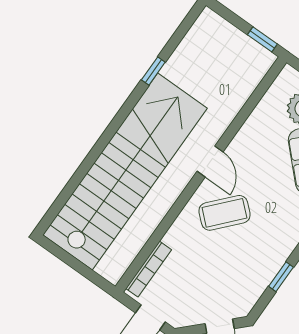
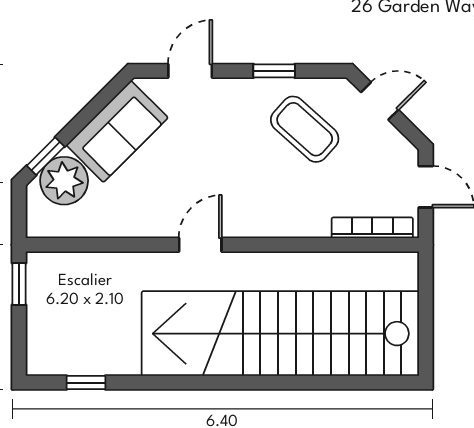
window: (153, 71) -> (86, 383), moved
coffee table: (224, 213) -> (305, 129), moved

